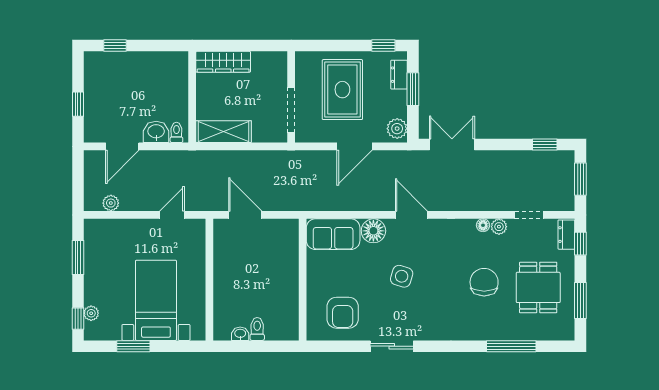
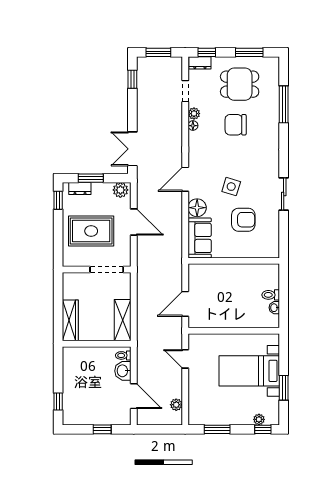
armchair: (343, 313) -> (243, 220), moved

